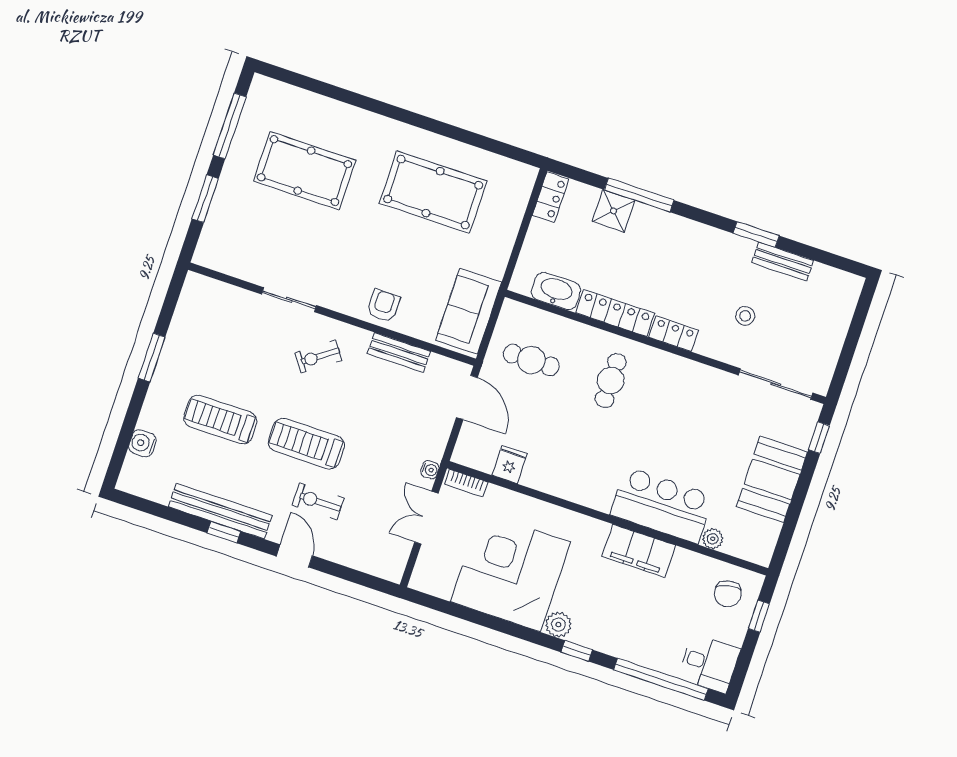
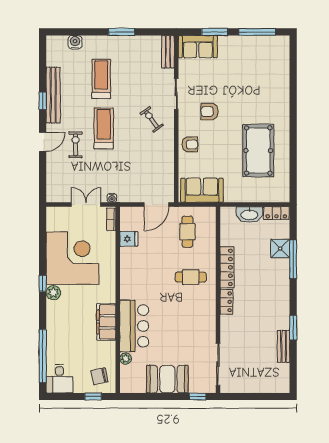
pool table: (304, 171) -> (247, 79), removed
sofa: (221, 236) -> (198, 47), added
armchair: (338, 253) -> (210, 112), added
washbasin: (556, 291) -> (249, 215), moved, turned 90
stool: (745, 316) -> (248, 336), removed
bench: (399, 353) -> (168, 52), moved
window: (577, 651) -> (43, 283), moved

